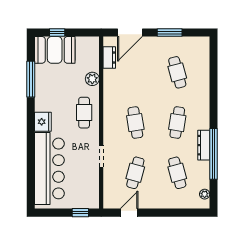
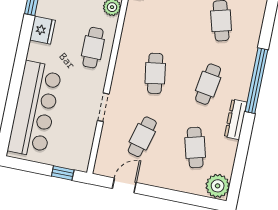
fridge: (43, 122) -> (42, 30), moved
window: (214, 154) -> (256, 81), moved
plant: (205, 194) -> (218, 186), width x1.88, depth x1.88

